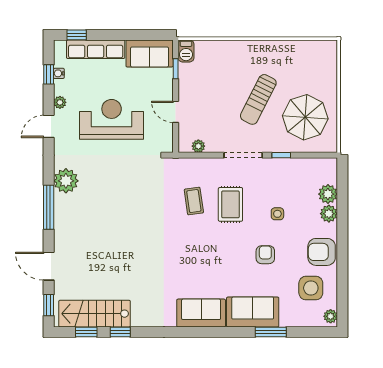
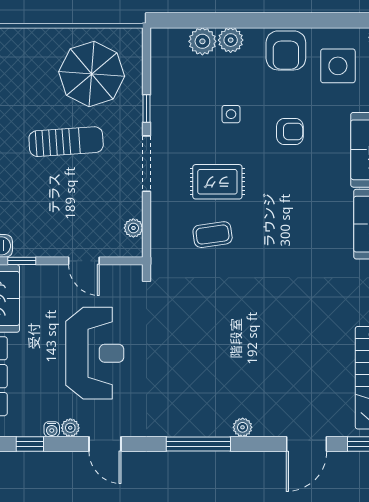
water cooler: (59, 73) -> (52, 429), moved
sun lounger: (258, 99) -> (66, 142), turned -31
door: (176, 112) -> (84, 261), hinge flipped
reception desk: (112, 119) -> (95, 353), turned 180
plant: (66, 181) -> (243, 427), moved, width x0.53, depth x0.53
window: (49, 207) -> (198, 444), moved
armchair: (265, 255) -> (290, 132), turned 180

